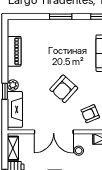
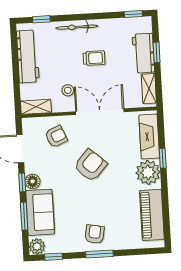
armchair: (64, 33) -> (95, 234), added
piano: (14, 51) -> (152, 215), width x1.37, depth x1.33
plant: (13, 85) -> (148, 172), width x1.88, depth x1.88

